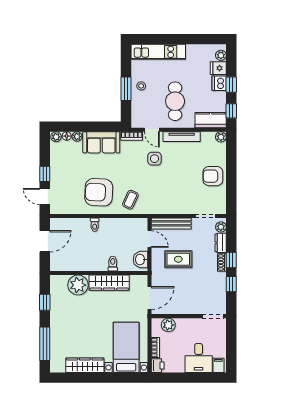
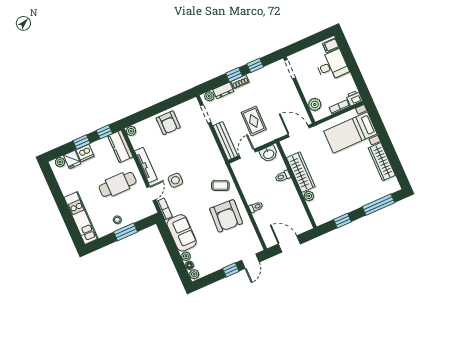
plant: (78, 285) -> (309, 196), width x0.53, depth x0.53

